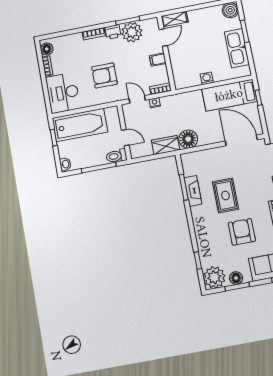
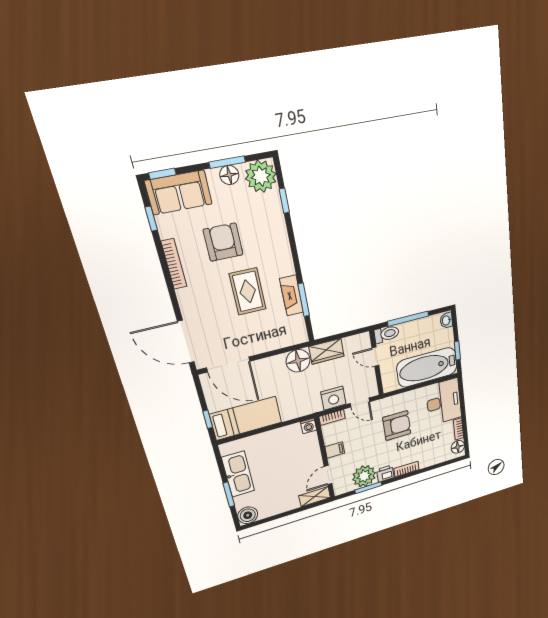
washing machine: (207, 78) -> (309, 426), moved
nightstand: (155, 103) -> (333, 398), width x1.89, depth x1.79
armchair: (242, 232) -> (223, 242), turned 180

